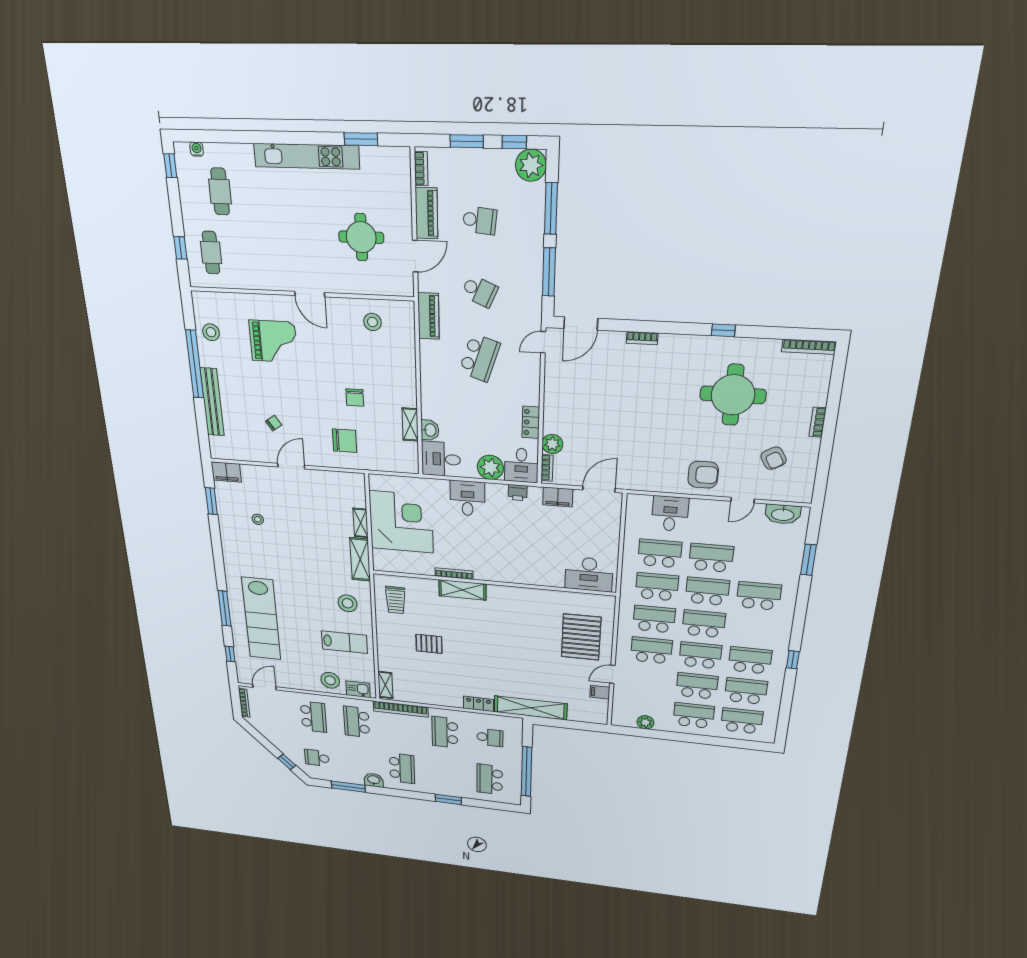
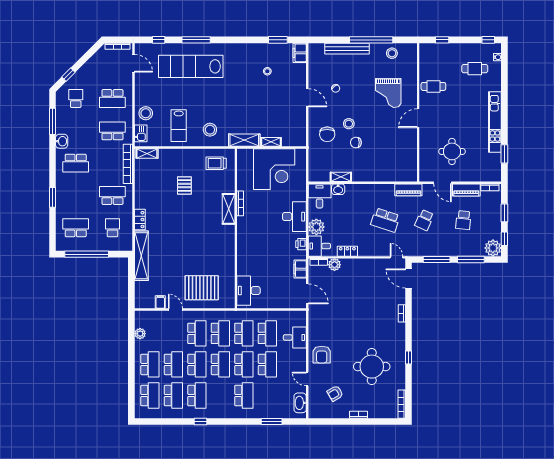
cafe table: (211, 253) -> (433, 86), moved
stool: (372, 322) -> (349, 124), moved
desk: (467, 498) -> (294, 217), width x1.37
school desk: (490, 738) -> (112, 228), turned 180

